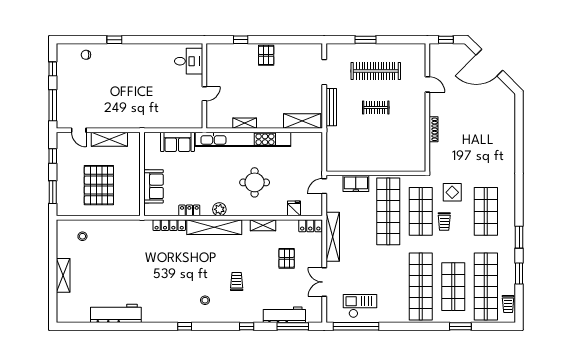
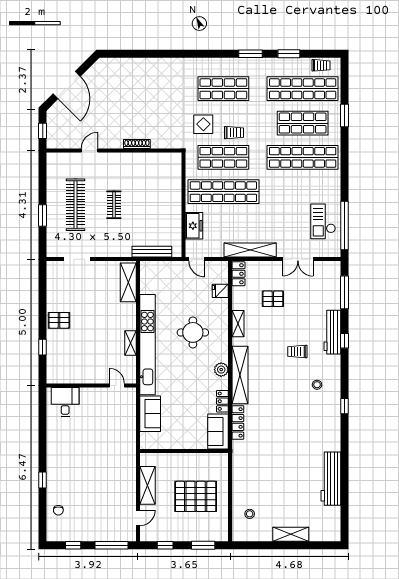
door: (204, 94) -> (117, 385), moved
bench: (331, 107) -> (152, 252), moved
sofa: (154, 186) -> (218, 431), moved, turned -90
workbench: (284, 315) -> (332, 332), moved

